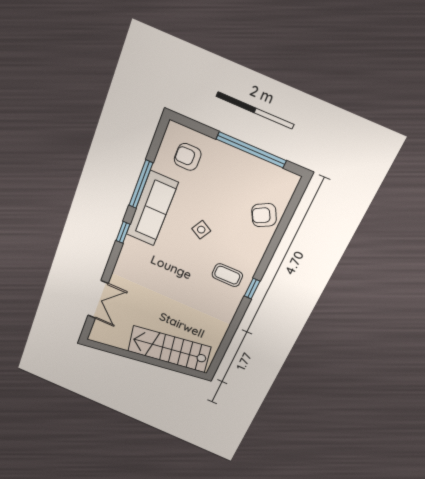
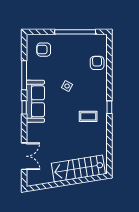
sofa: (152, 209) -> (35, 101), moved
armchair: (264, 215) -> (97, 63), turned 117
coffee table: (227, 275) -> (88, 116), moved

